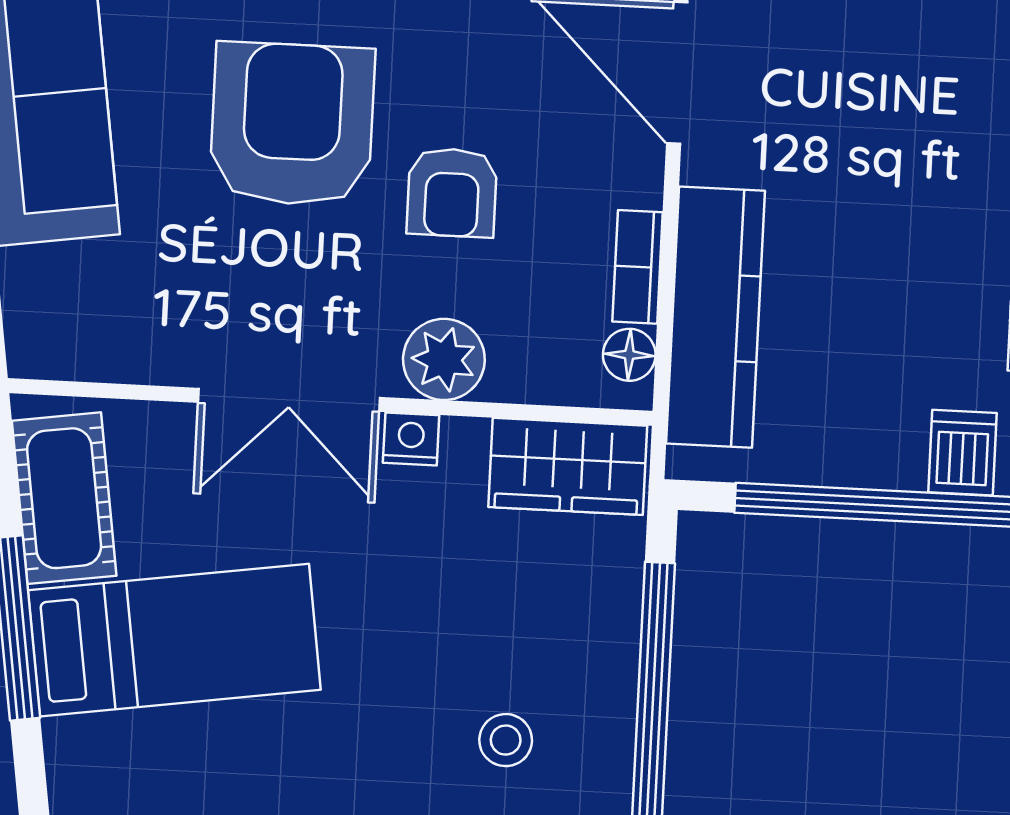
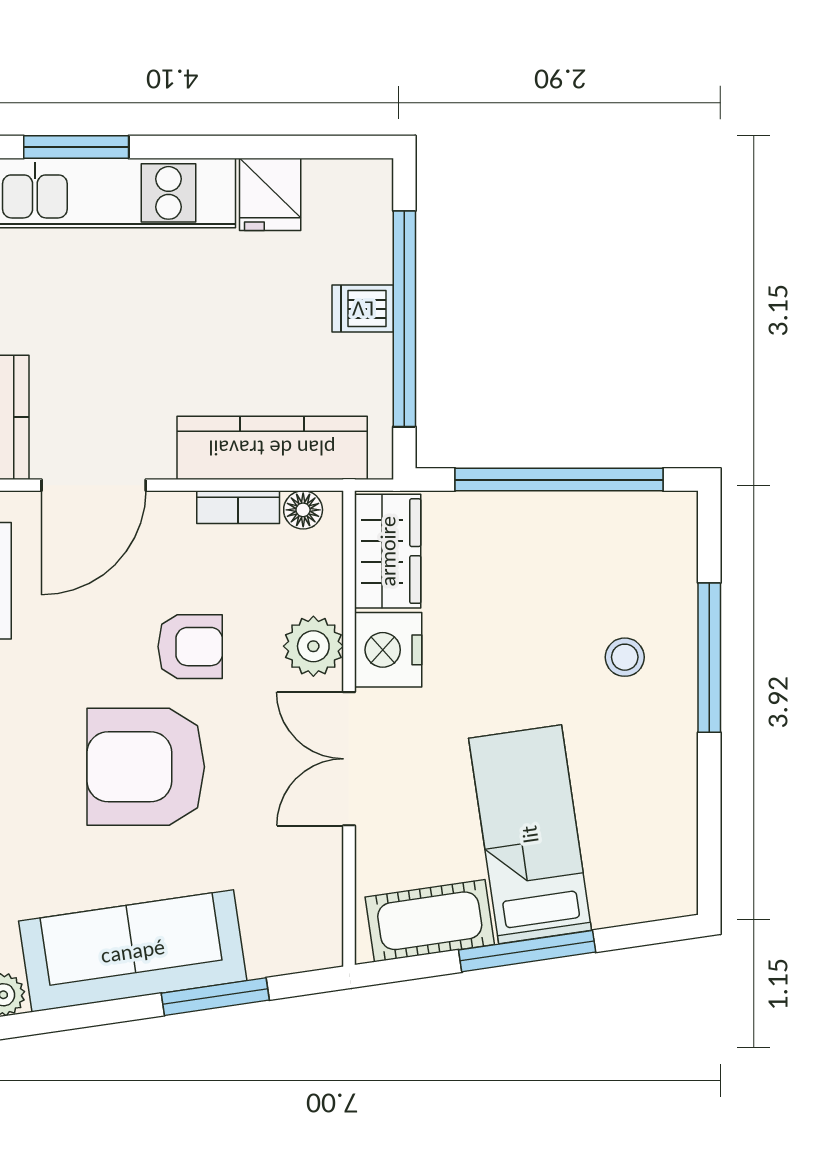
double door: (289, 400) -> (349, 759), swing flipped
nightstand: (411, 439) -> (388, 650), width x1.89, depth x1.79
dishwasher: (963, 453) -> (363, 309), moved
stool: (506, 740) -> (625, 657), moved

